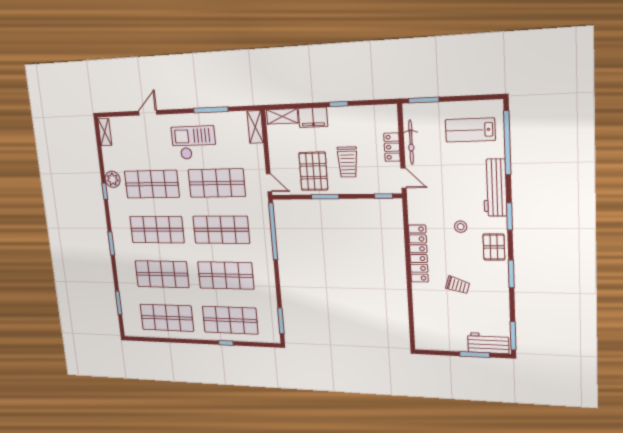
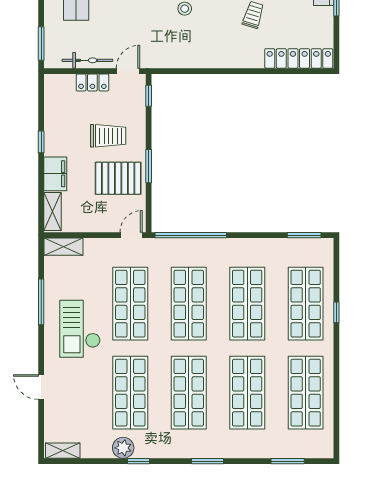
locker: (418, 254) -> (299, 58), moved

